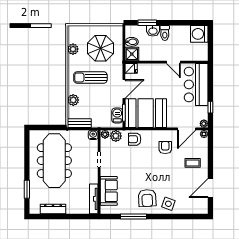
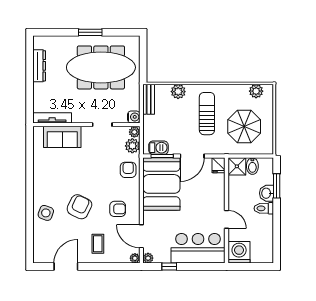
washing machine: (199, 34) -> (239, 252), moved
plant: (73, 49) -> (256, 91), moved
door: (173, 62) -> (227, 219), swing flipped
door: (124, 89) -> (192, 156), hinge flipped
door: (210, 188) -> (66, 266), hinge flipped
window: (27, 189) -> (90, 32), moved
armchair: (147, 198) -> (79, 207), moved, turned 119
window: (133, 216) -> (30, 168), removed

